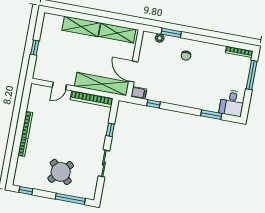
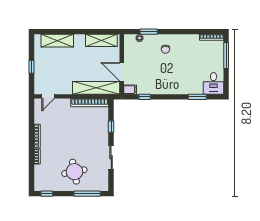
shelving: (81, 26) -> (57, 41), moved
door: (59, 86) -> (48, 96), moved
round table: (61, 172) -> (74, 172), turned 36

